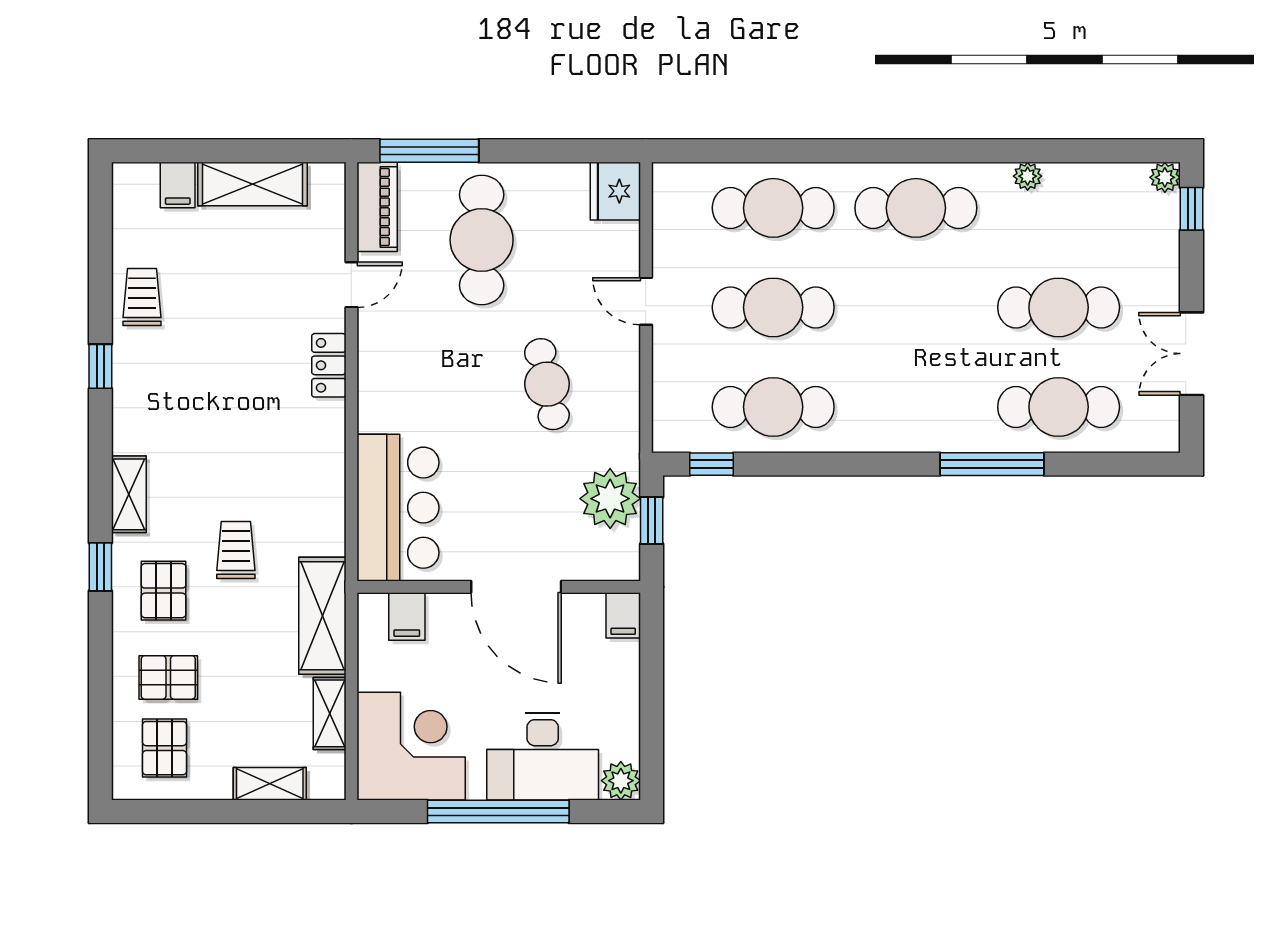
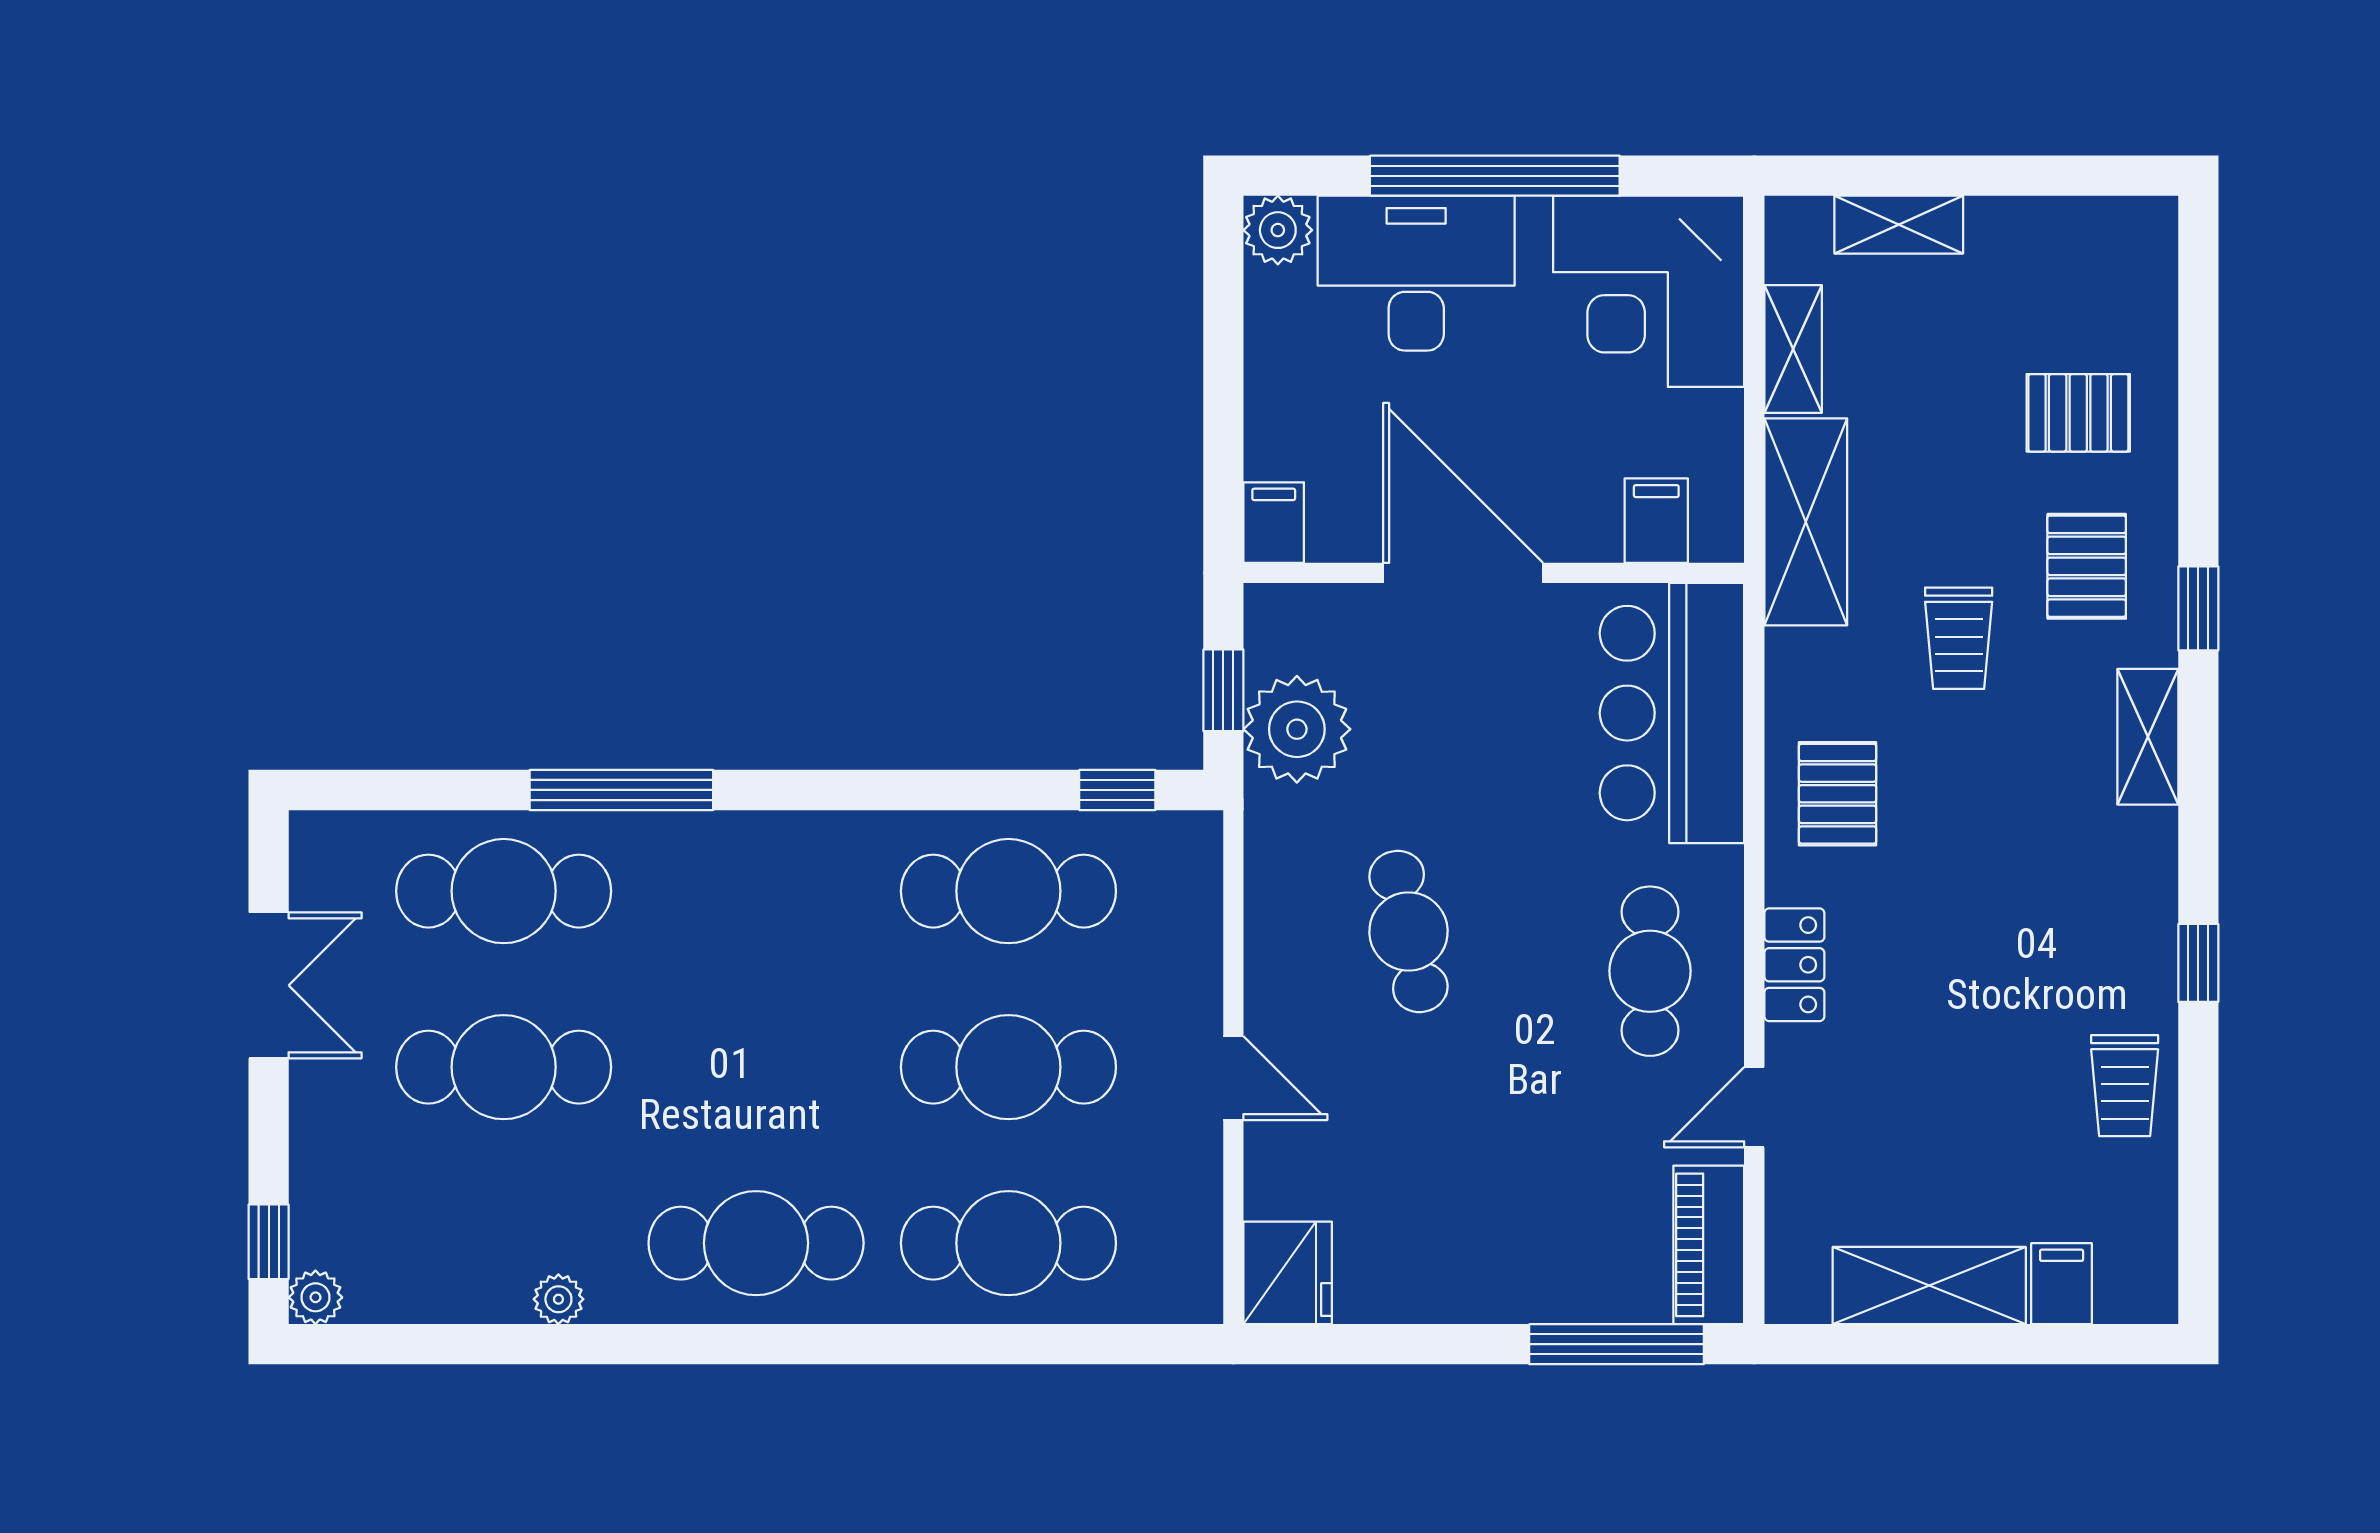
cafe table: (482, 240) -> (1650, 971), moved, width x0.73, depth x0.74
pallet: (165, 748) -> (1838, 794), moved

